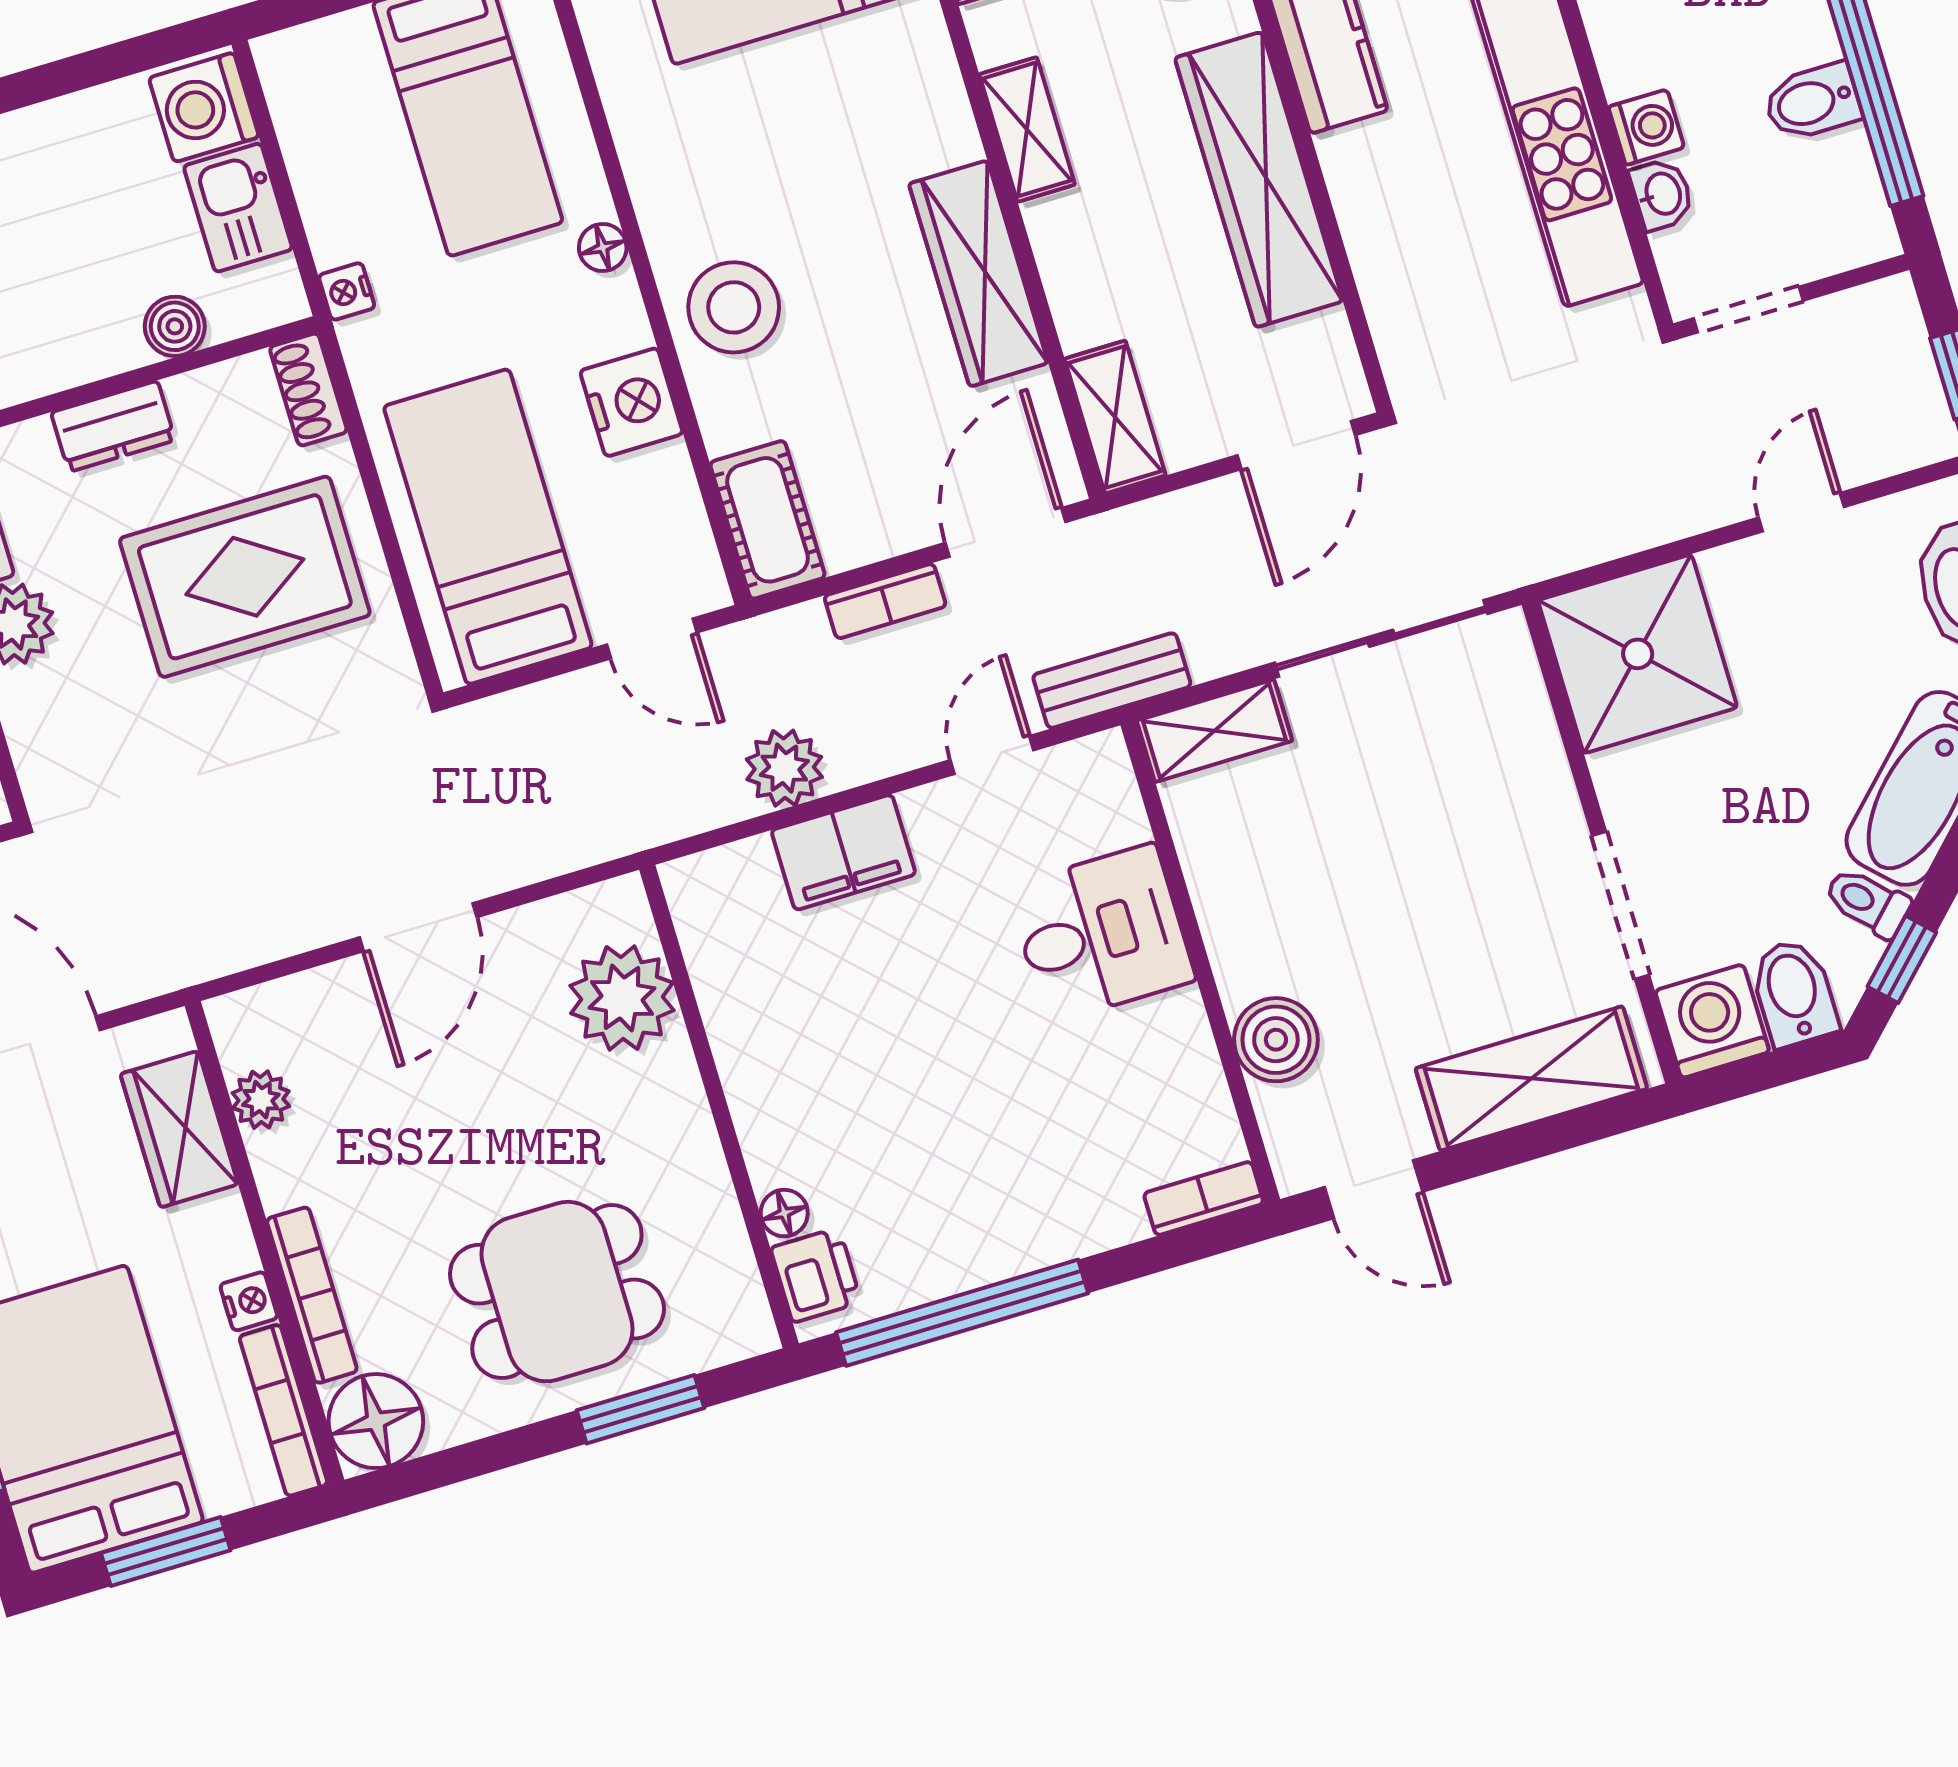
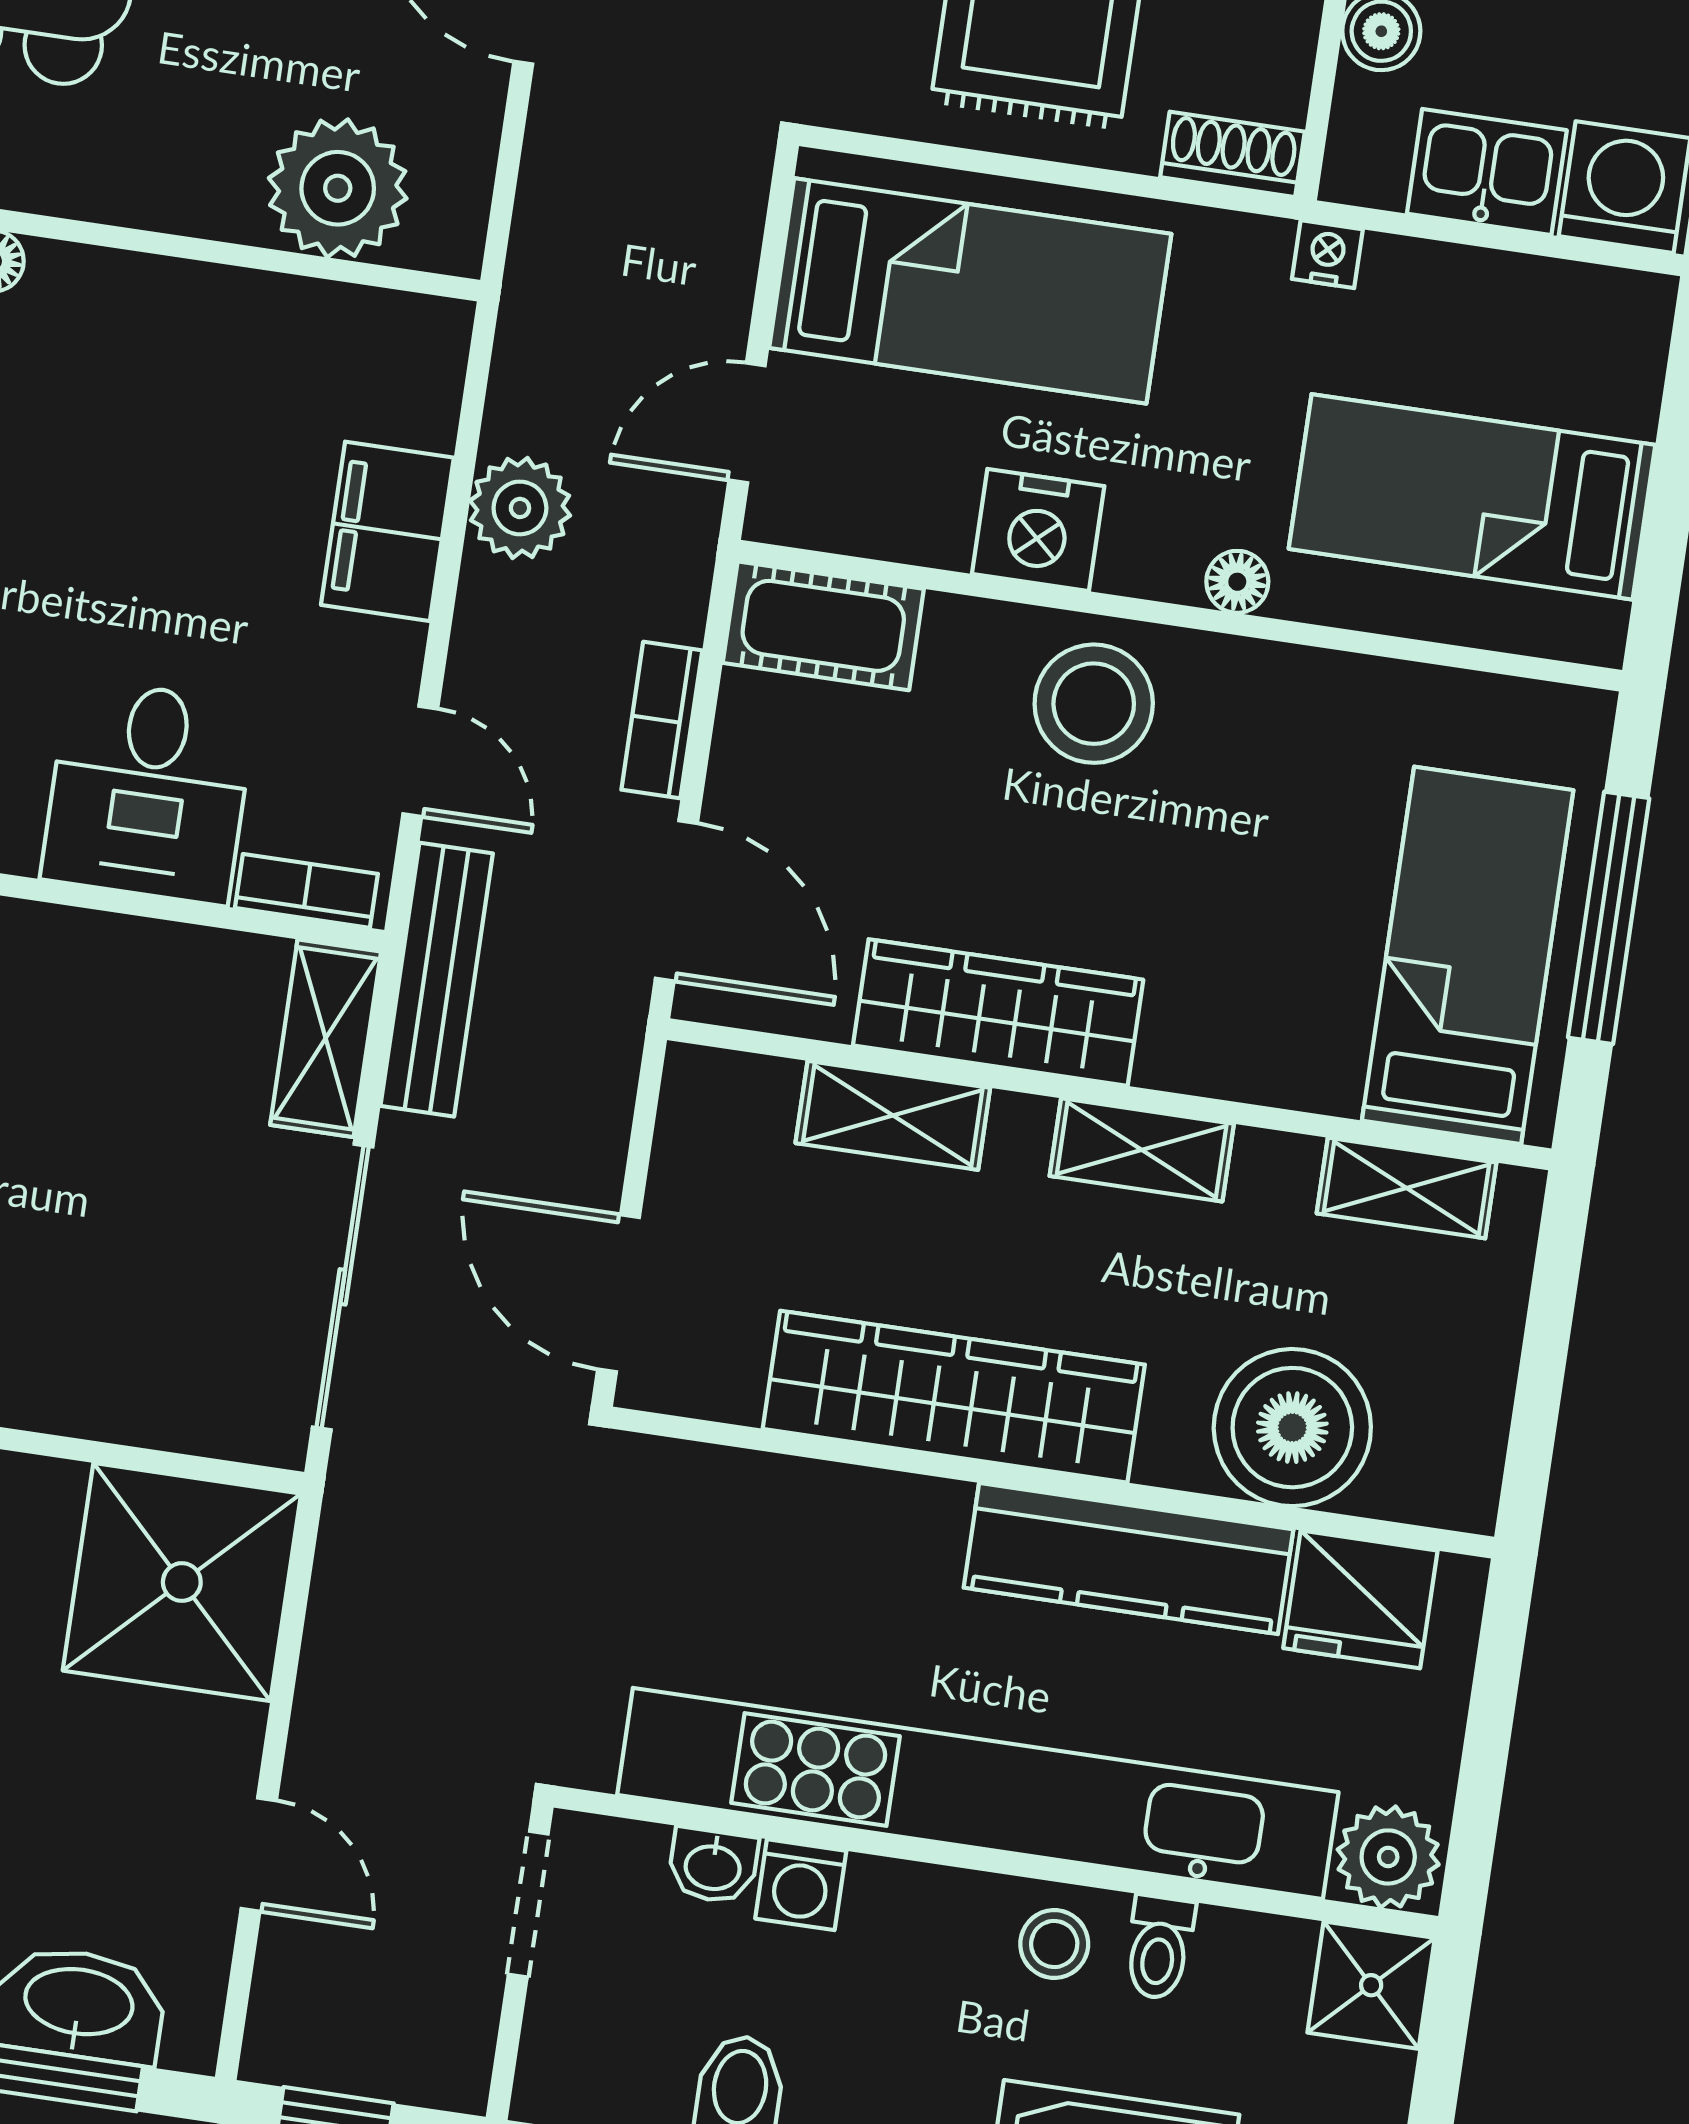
shelving: (1115, 417) -> (893, 1115), moved
bench: (1112, 681) -> (437, 980), width x1.36
bookcase: (1119, 792) -> (306, 891), added

